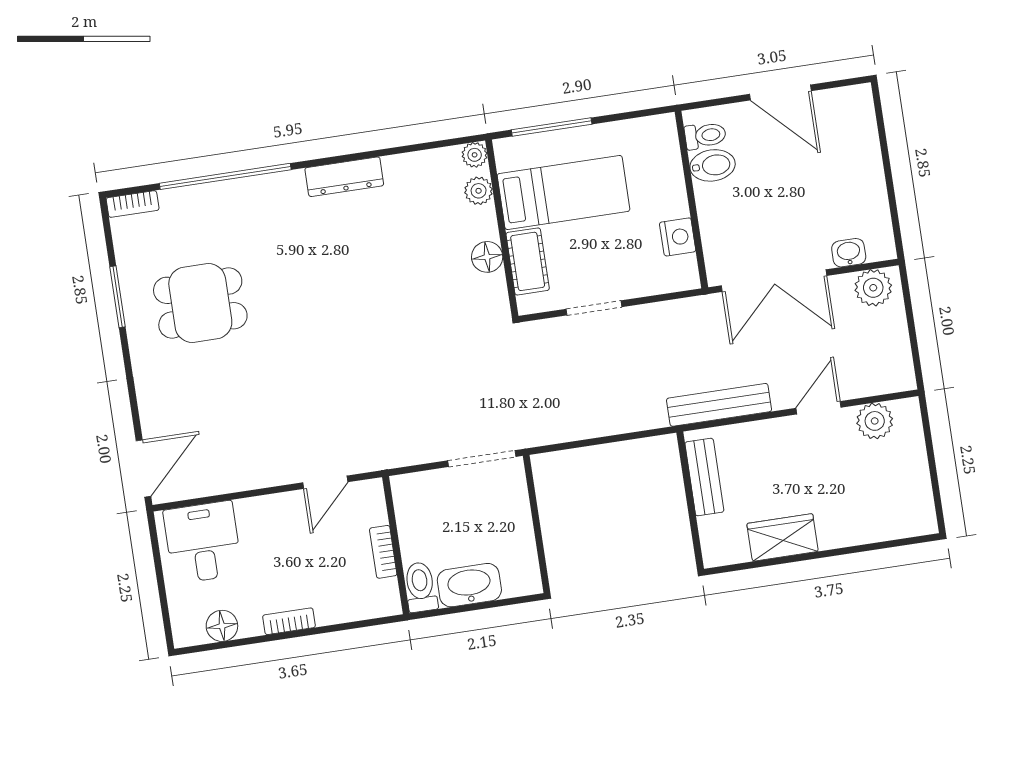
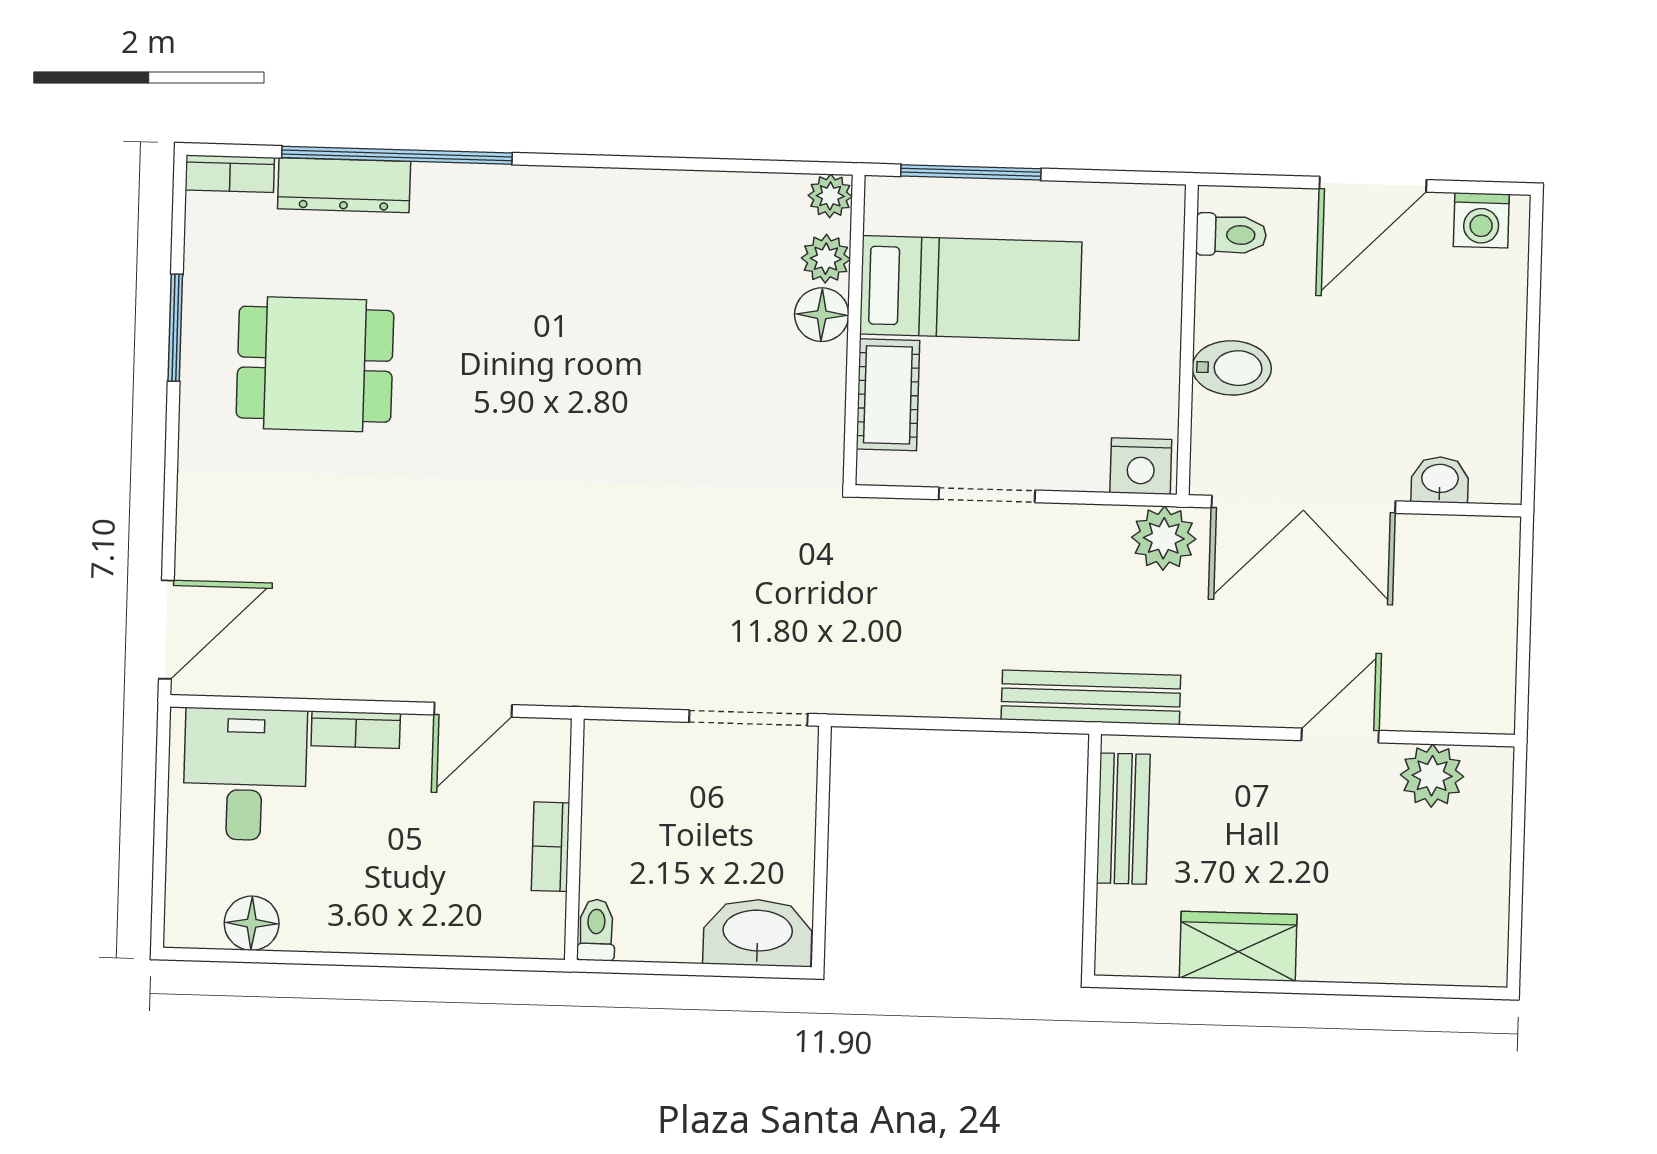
door: (780, 92) -> (1373, 184), hinge flipped
washing machine: (845, 102) -> (1481, 220), added
bidet: (713, 165) -> (1232, 368), moved
dresser: (344, 177) -> (344, 185), moved
nightstand: (678, 237) -> (1141, 466), moved, turned 90
floor lamp: (487, 257) -> (822, 315), moved
plant: (873, 288) -> (1164, 538), moved
bench: (719, 405) -> (1091, 697), moved
washbasin: (469, 585) -> (758, 933), moved
toilet: (421, 587) -> (596, 930), width x0.73, depth x0.72
bookcase: (289, 621) -> (356, 730), moved, turned 180

